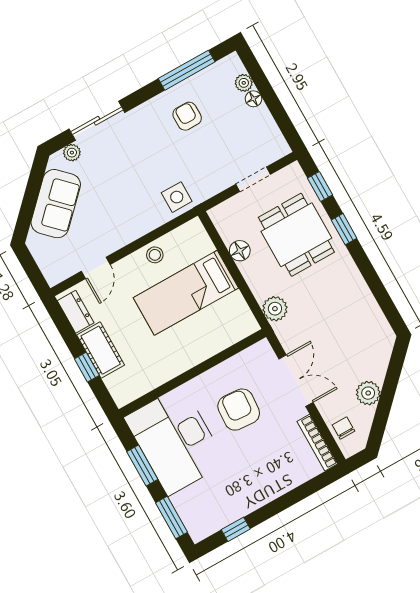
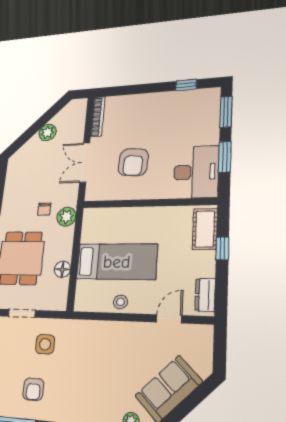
side table: (177, 197) -> (45, 344), moved
cot: (101, 350) -> (205, 229), moved
chair: (344, 428) -> (44, 209), moved
desk: (175, 440) -> (196, 172), width x0.73, depth x0.77

